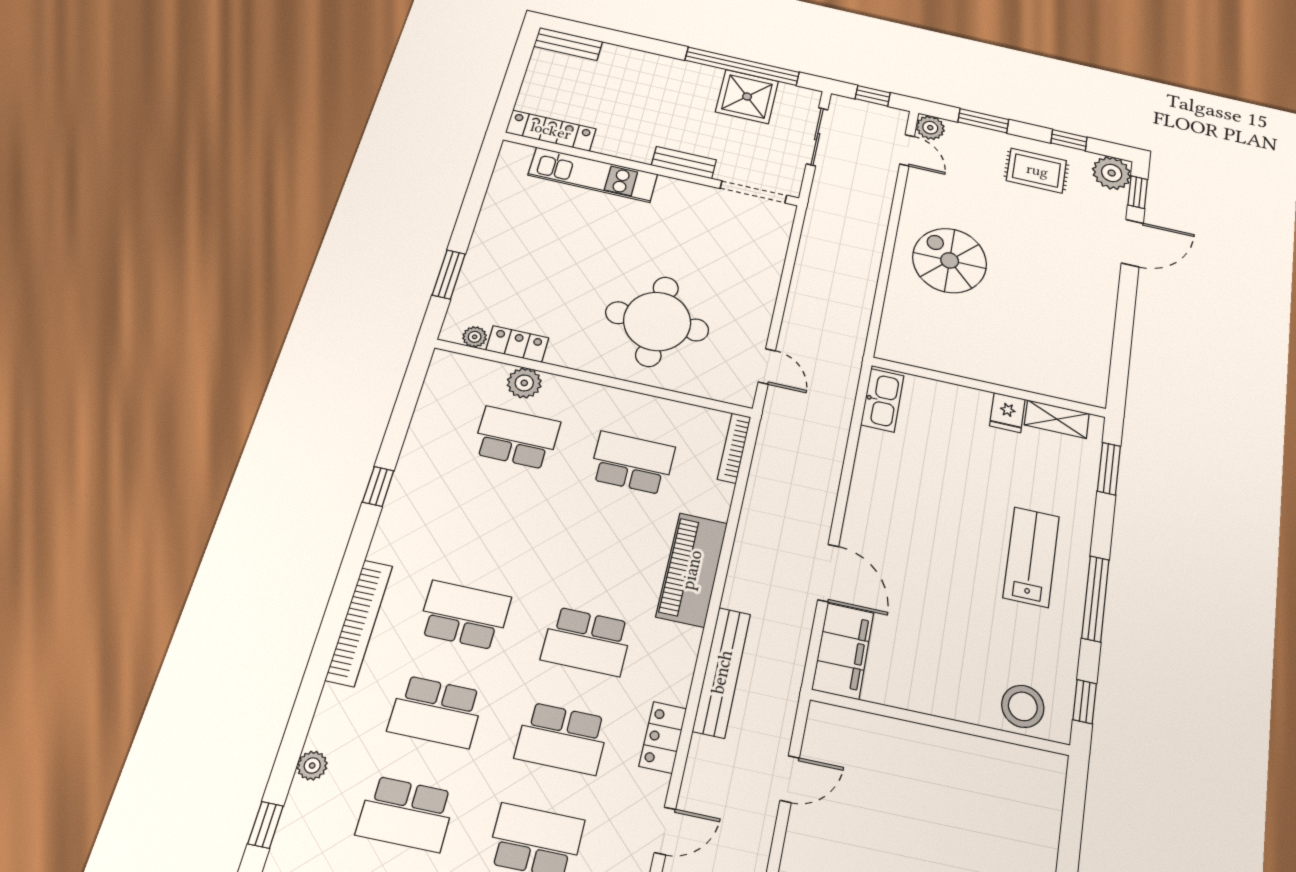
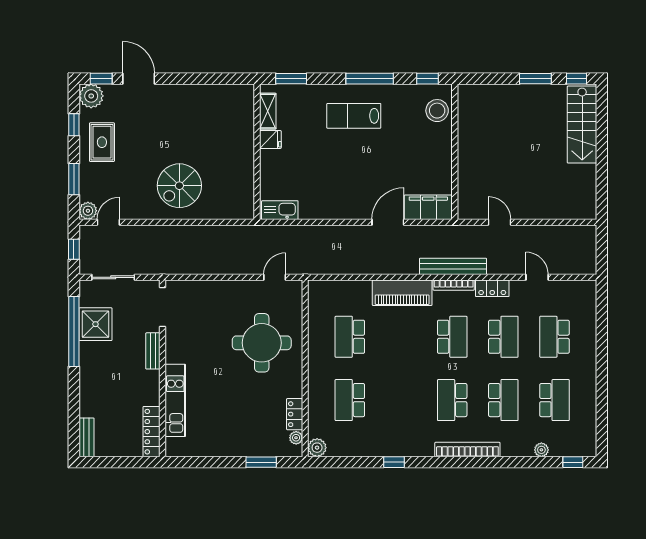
plant: (524, 383) -> (317, 448), moved
bookcase: (734, 448) -> (454, 285), moved

